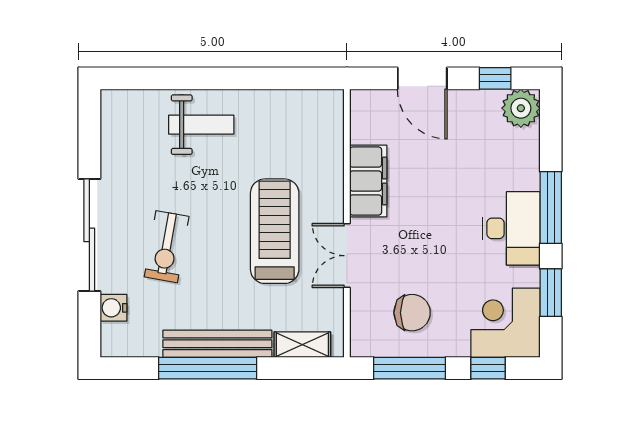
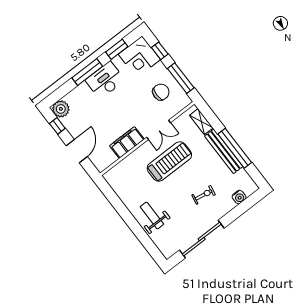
treadmill: (275, 231) -> (169, 162), turned 180
sliding door: (89, 235) -> (202, 239), moved
exercise bike: (167, 247) -> (204, 195), width x0.73, depth x0.72
chair: (412, 313) -> (161, 92), turned 90

